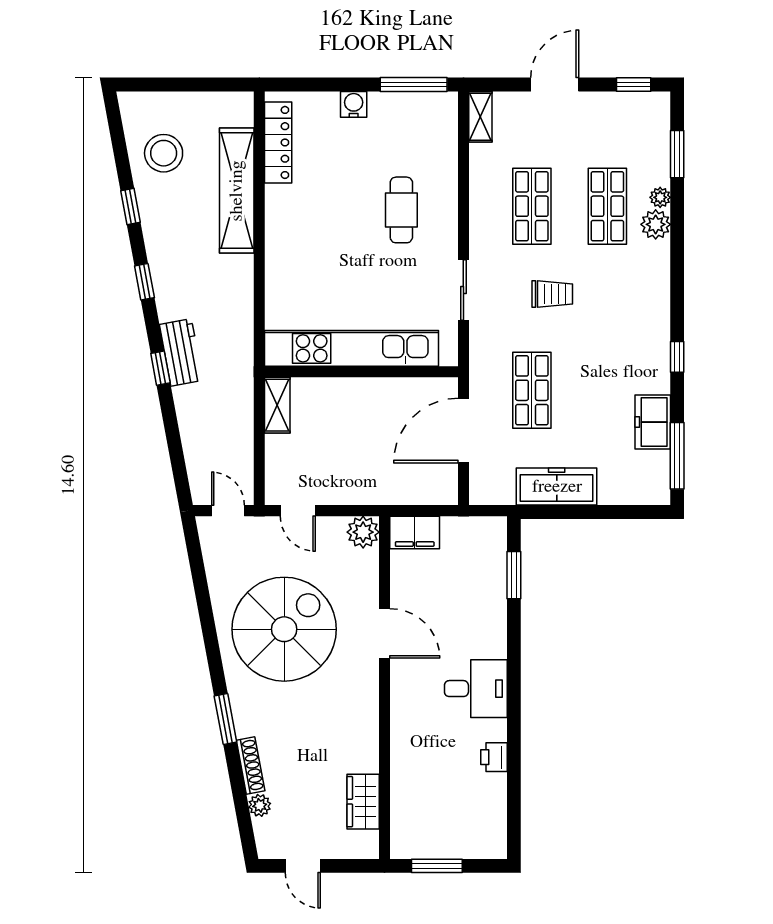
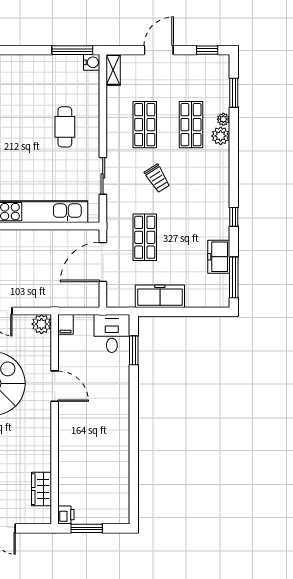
water cooler: (354, 104) -> (92, 62), moved, turned 90
trolley: (552, 294) -> (157, 178), turned 58
filing cabinet: (415, 533) -> (65, 324), width x0.50
desk: (476, 689) -> (112, 333), moved, turned -90
printer: (494, 757) -> (66, 515), moved, turned 180

